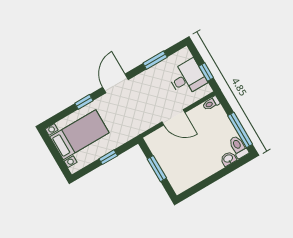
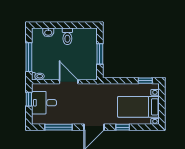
window: (155, 60) -> (59, 127), width x1.44
window: (240, 130) -> (29, 57), moved
toilet: (238, 147) -> (67, 36), moved
window: (108, 157) -> (145, 81), moved

